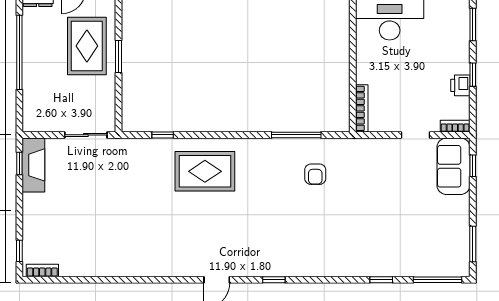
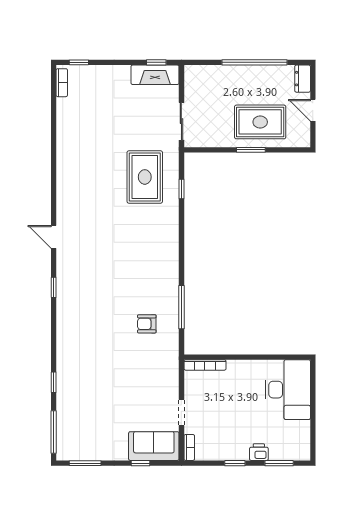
printer: (460, 85) -> (259, 452), moved
window: (473, 166) -> (140, 463), moved
rug: (205, 171) -> (145, 177), moved

